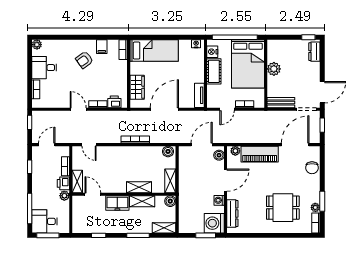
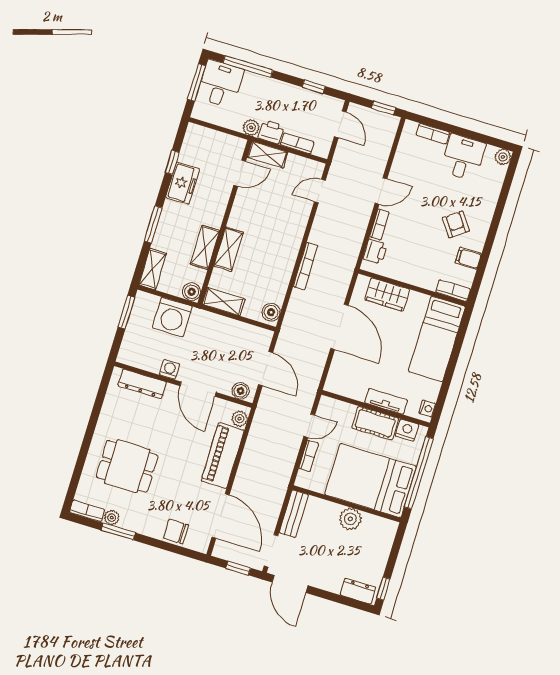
tv unit: (199, 95) -> (386, 401), moved
door: (227, 109) -> (309, 426), swing flipped
freezer: (117, 203) -> (183, 183), moved, turned 180
dining table: (283, 208) -> (127, 466), turned 90
washing machine: (214, 223) -> (172, 317), moved, turned 180
window: (206, 235) -> (126, 312), moved

